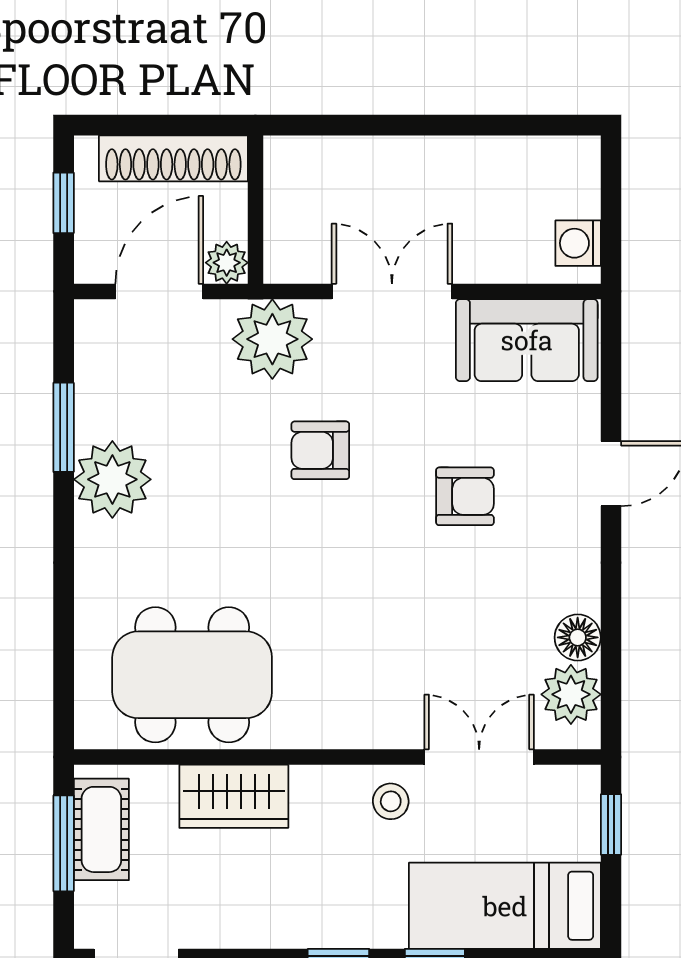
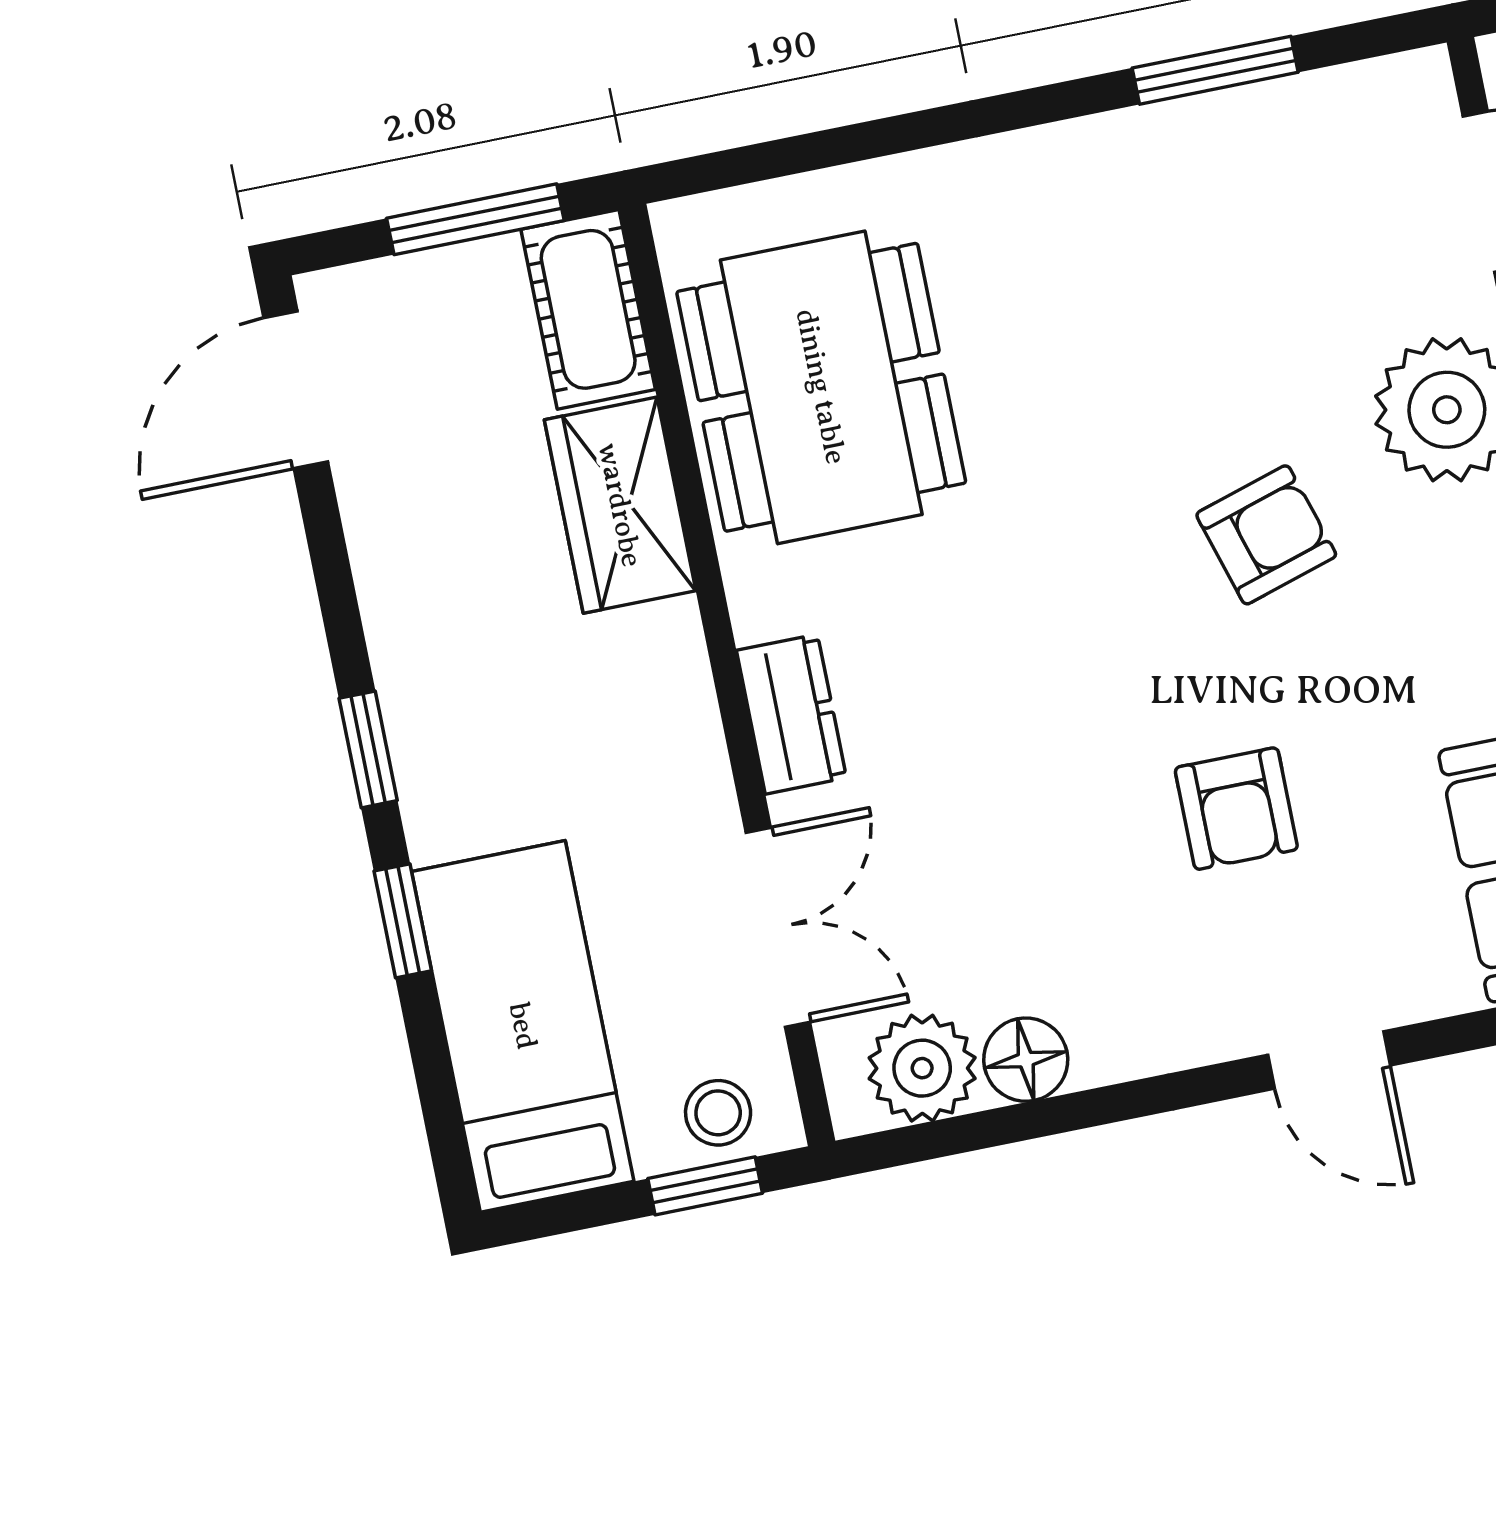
armchair: (320, 450) -> (1266, 535), turned 73
plant: (112, 479) -> (1140, 176), removed
dresser: (365, 727) -> (791, 714), added
stool: (391, 801) -> (718, 1113), moved
cot: (101, 829) -> (588, 309), moved, turned 90

